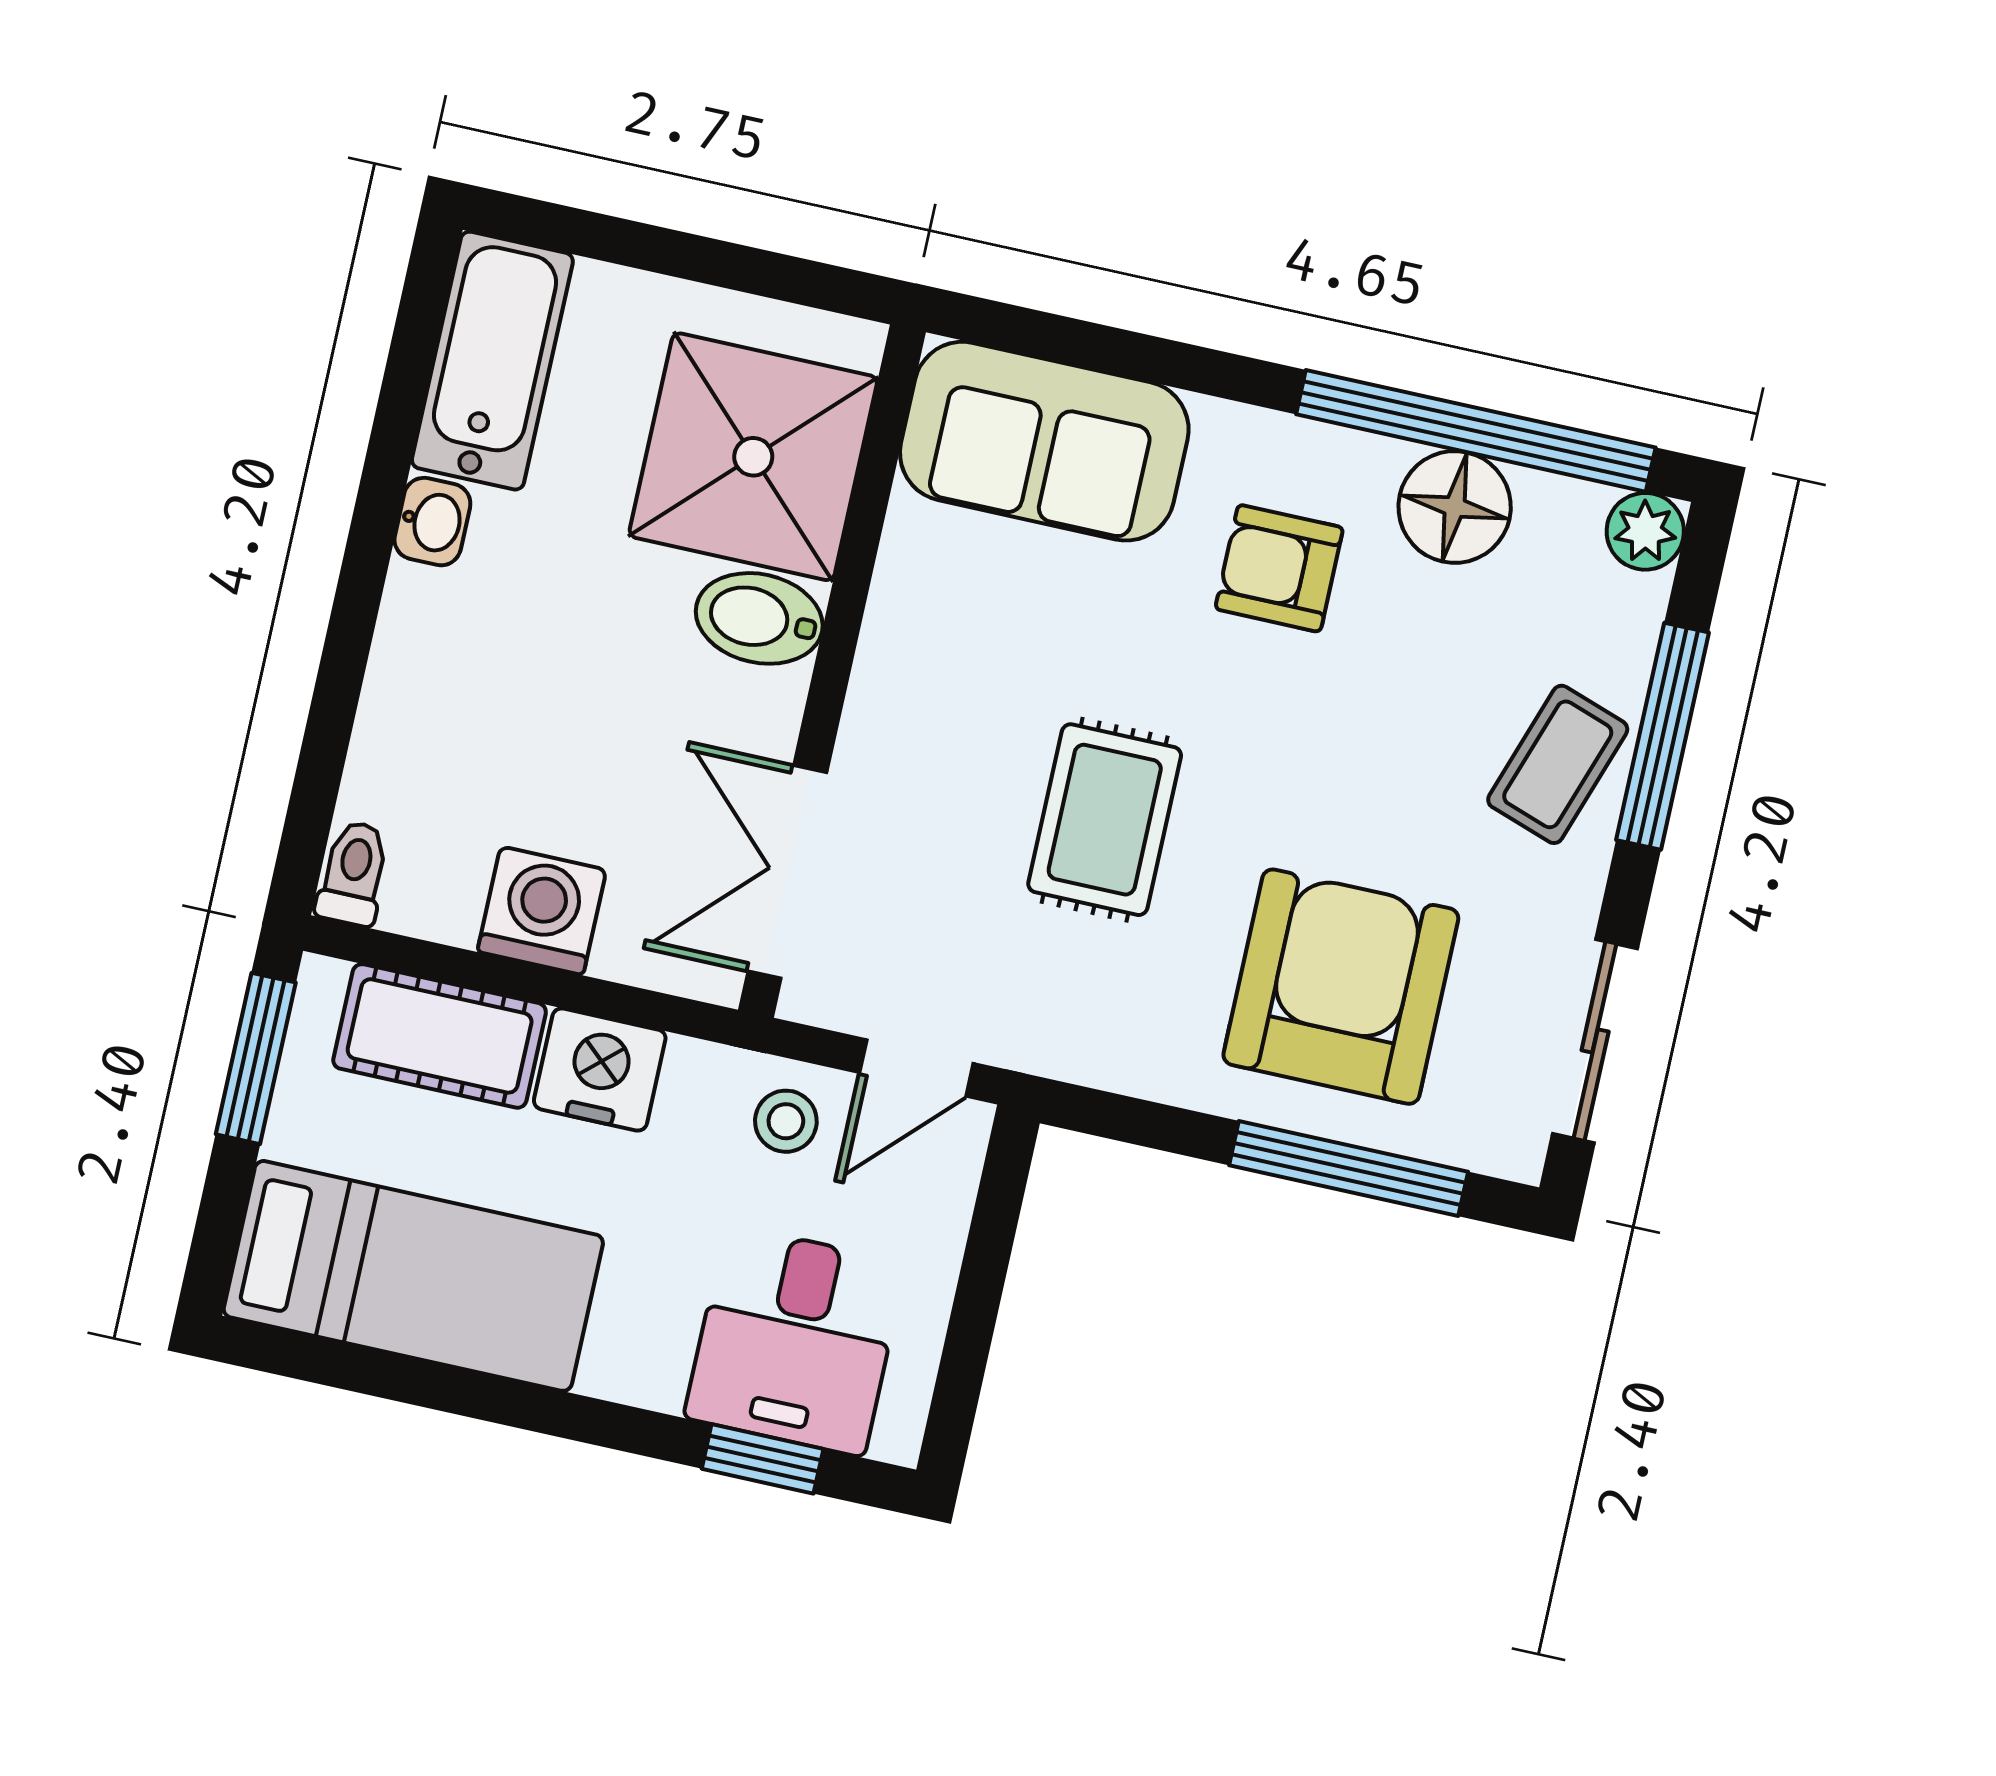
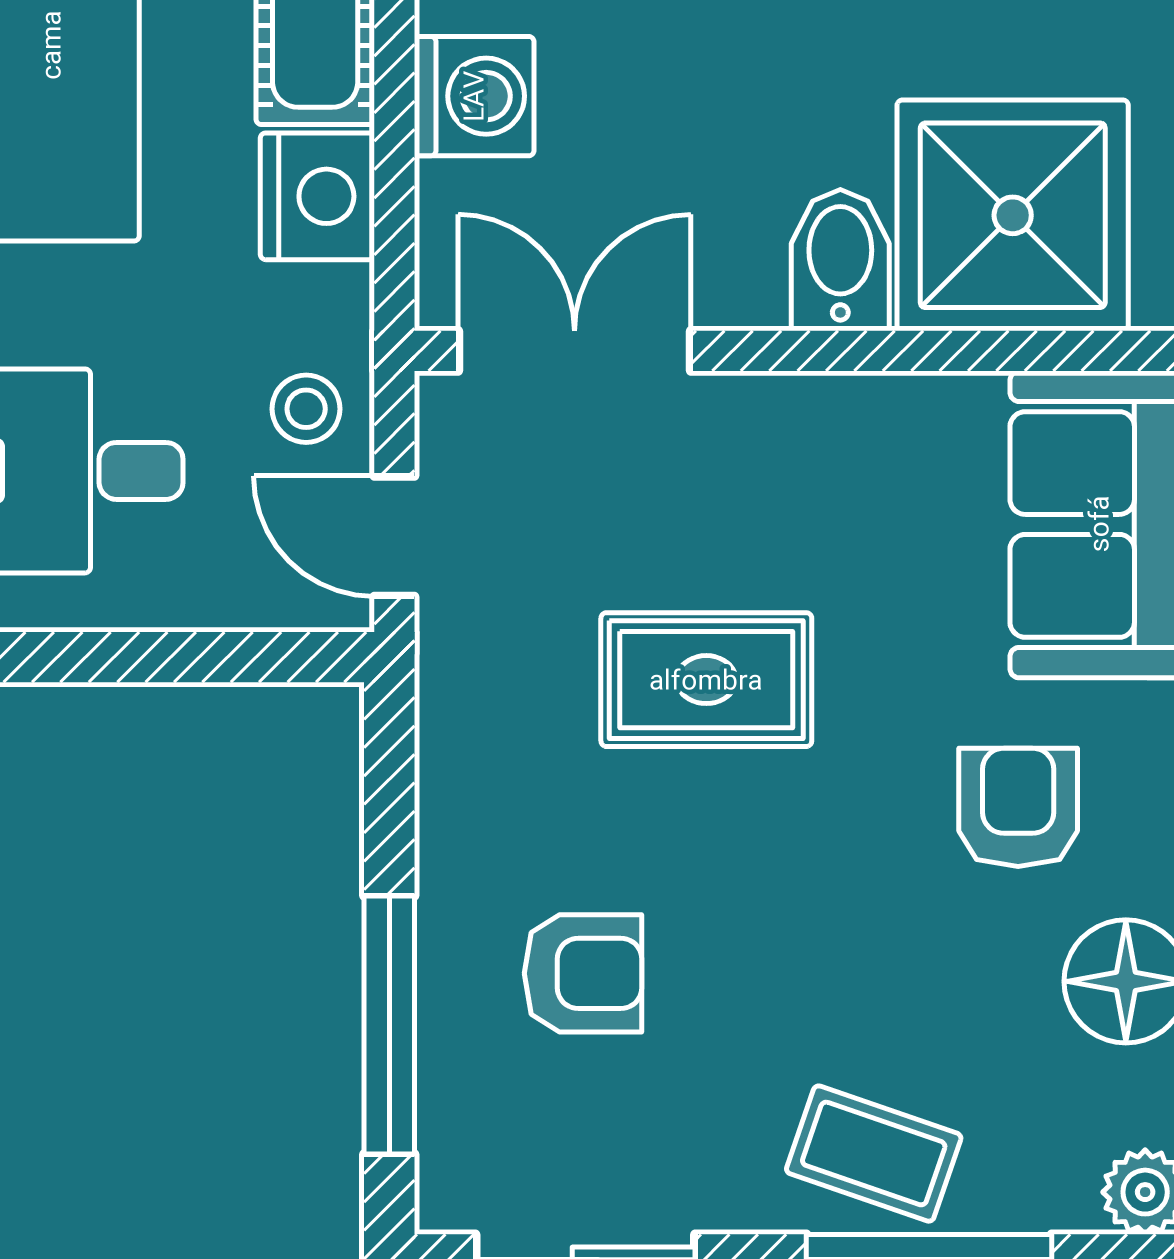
armchair: (1341, 987) -> (583, 973), width x0.53, depth x0.53

